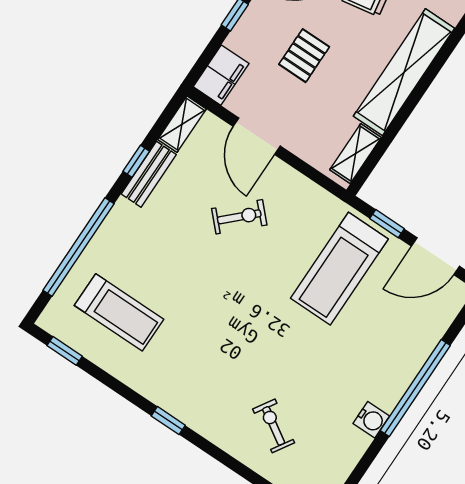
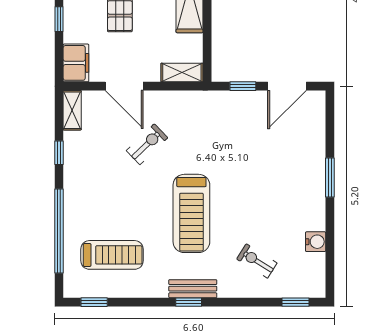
shelving: (356, 154) -> (182, 73), moved, turned 90
bench: (149, 174) -> (193, 289), moved, turned 90
treadmill: (339, 269) -> (191, 213), moved
window: (415, 388) -> (330, 177), width x0.47
water cooler: (371, 420) -> (316, 242), moved

